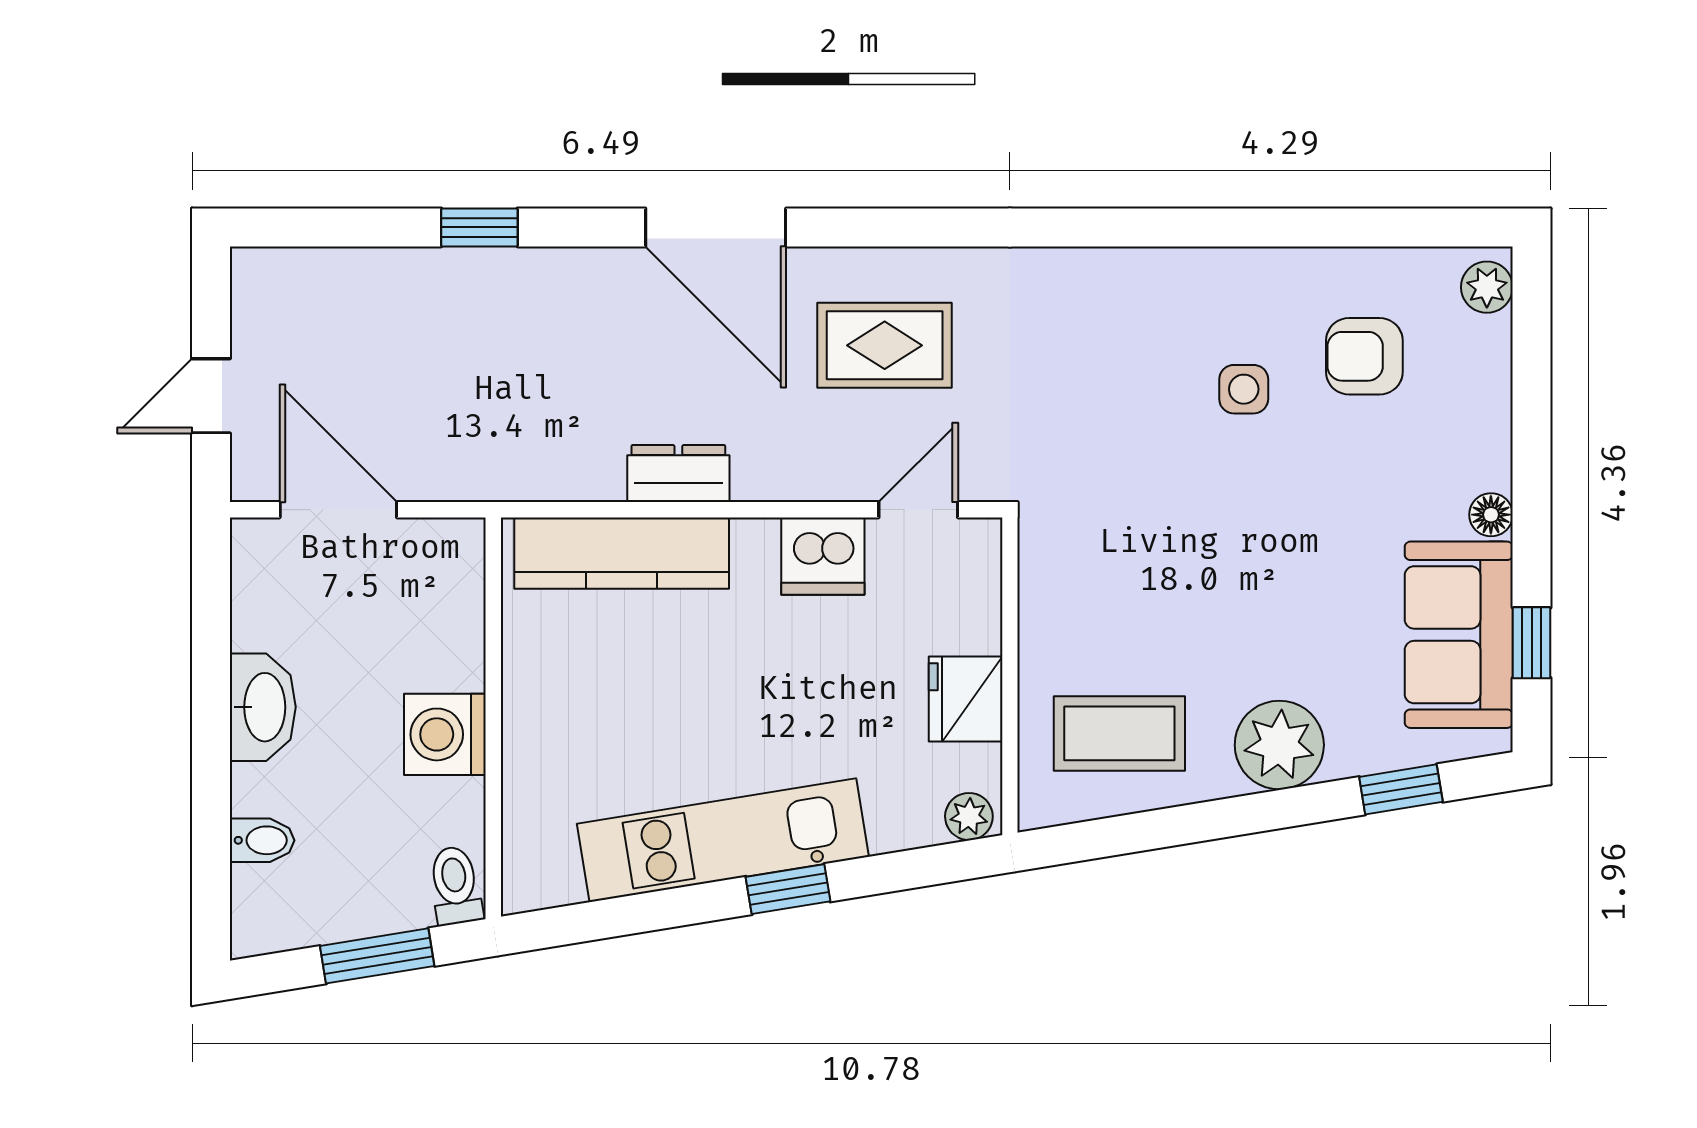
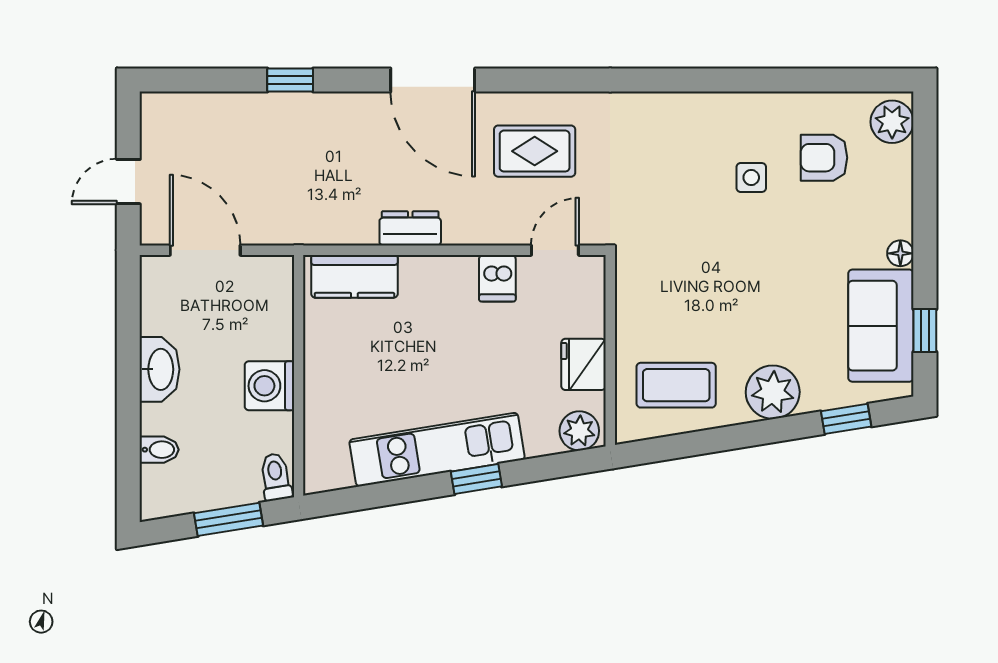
plant: (1487, 287) -> (892, 122), width x1.38, depth x1.38
kitchen counter: (622, 553) -> (354, 276), width x0.67
dishwasher: (823, 556) -> (497, 278), width x0.73
plant: (969, 817) -> (579, 431), width x1.38, depth x1.38

